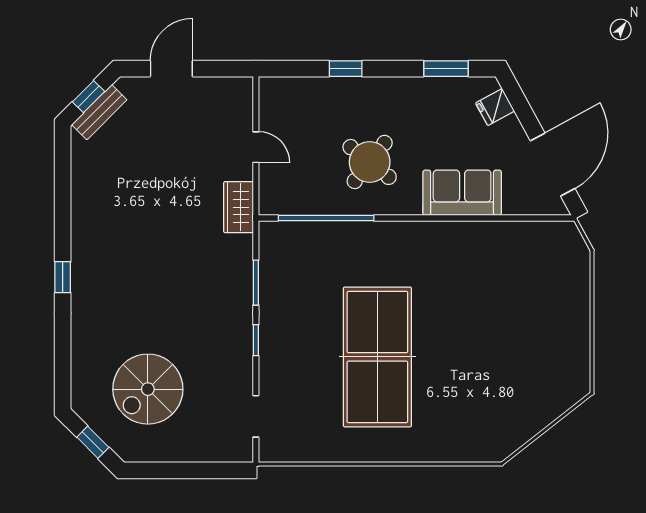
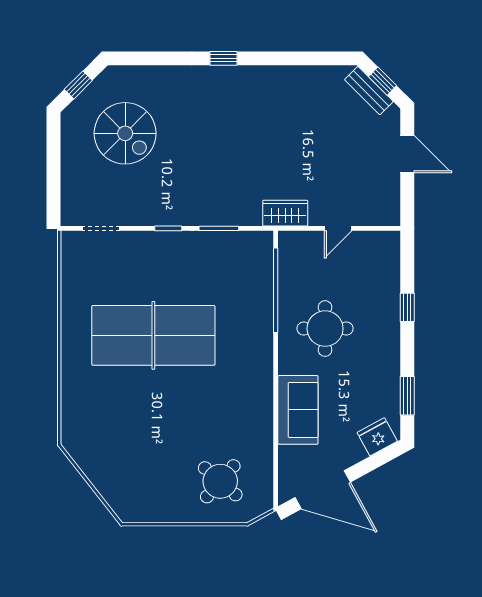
fridge: (495, 107) -> (377, 437), width x1.38
round table: (370, 162) -> (325, 329), turned -38
round table: (543, 281) -> (220, 481), added
spiral stairs: (148, 389) -> (125, 133), turned 180

